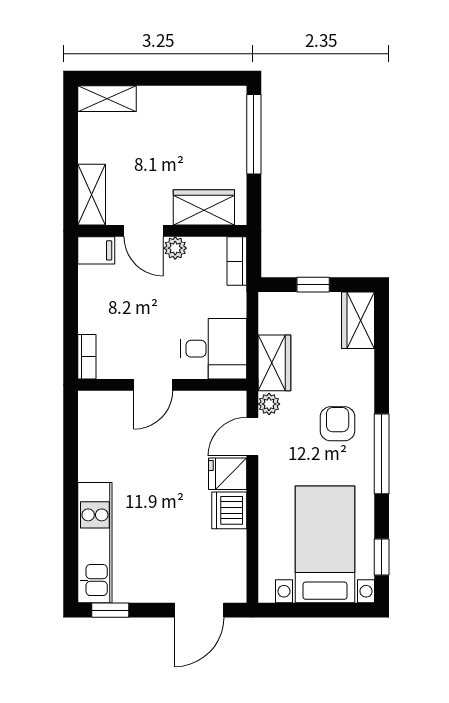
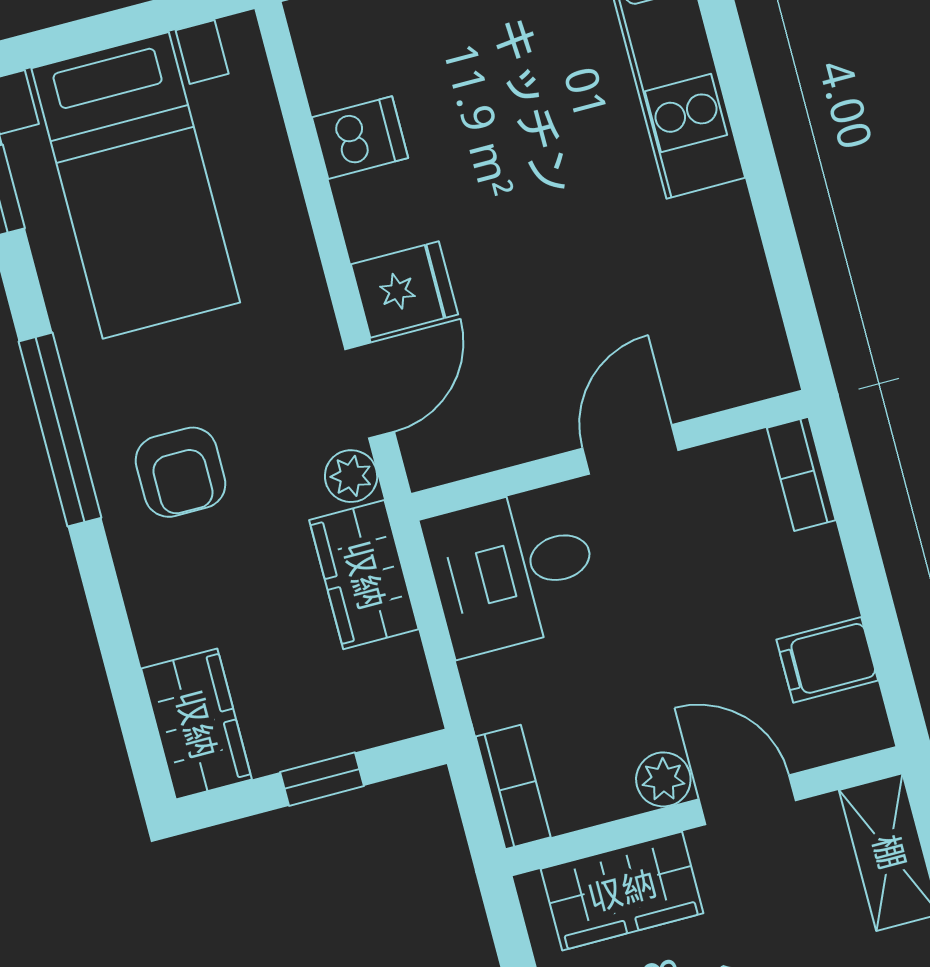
filing cabinet: (96, 250) -> (827, 660), moved
dishwasher: (229, 510) -> (360, 138), moved, width x0.73

